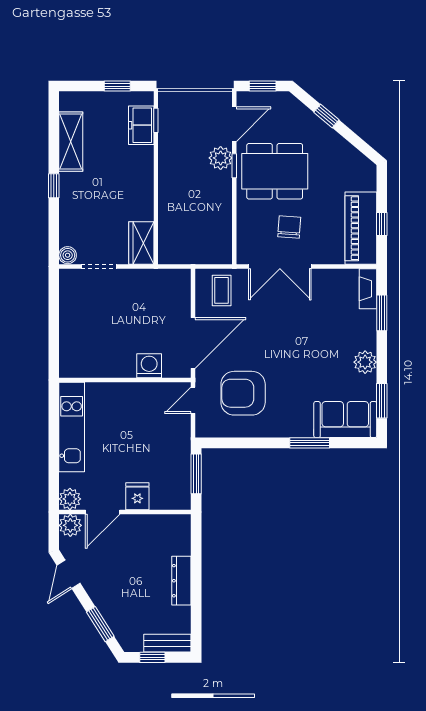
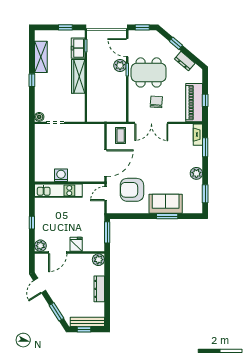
door: (234, 124) -> (127, 48), swing flipped
dresser: (343, 150) -> (185, 61), added
wardrobe: (141, 243) -> (78, 76), moved, width x1.50
washing machine: (149, 366) -> (61, 175), moved
sofa: (345, 420) -> (166, 204), moved
kitchen unit: (72, 427) -> (58, 191), moved, turned 90
window: (54, 455) -> (32, 223), added
plant: (70, 525) -> (98, 260), moved
bench: (167, 643) -> (87, 322), width x1.36

